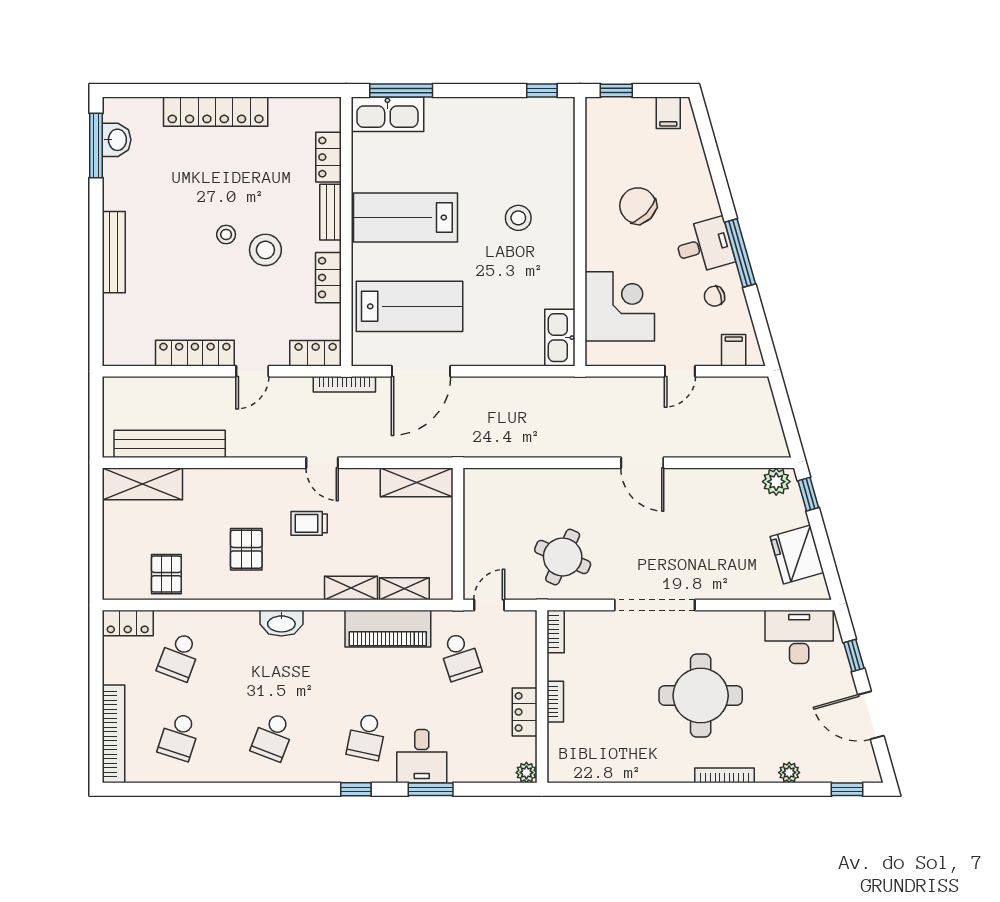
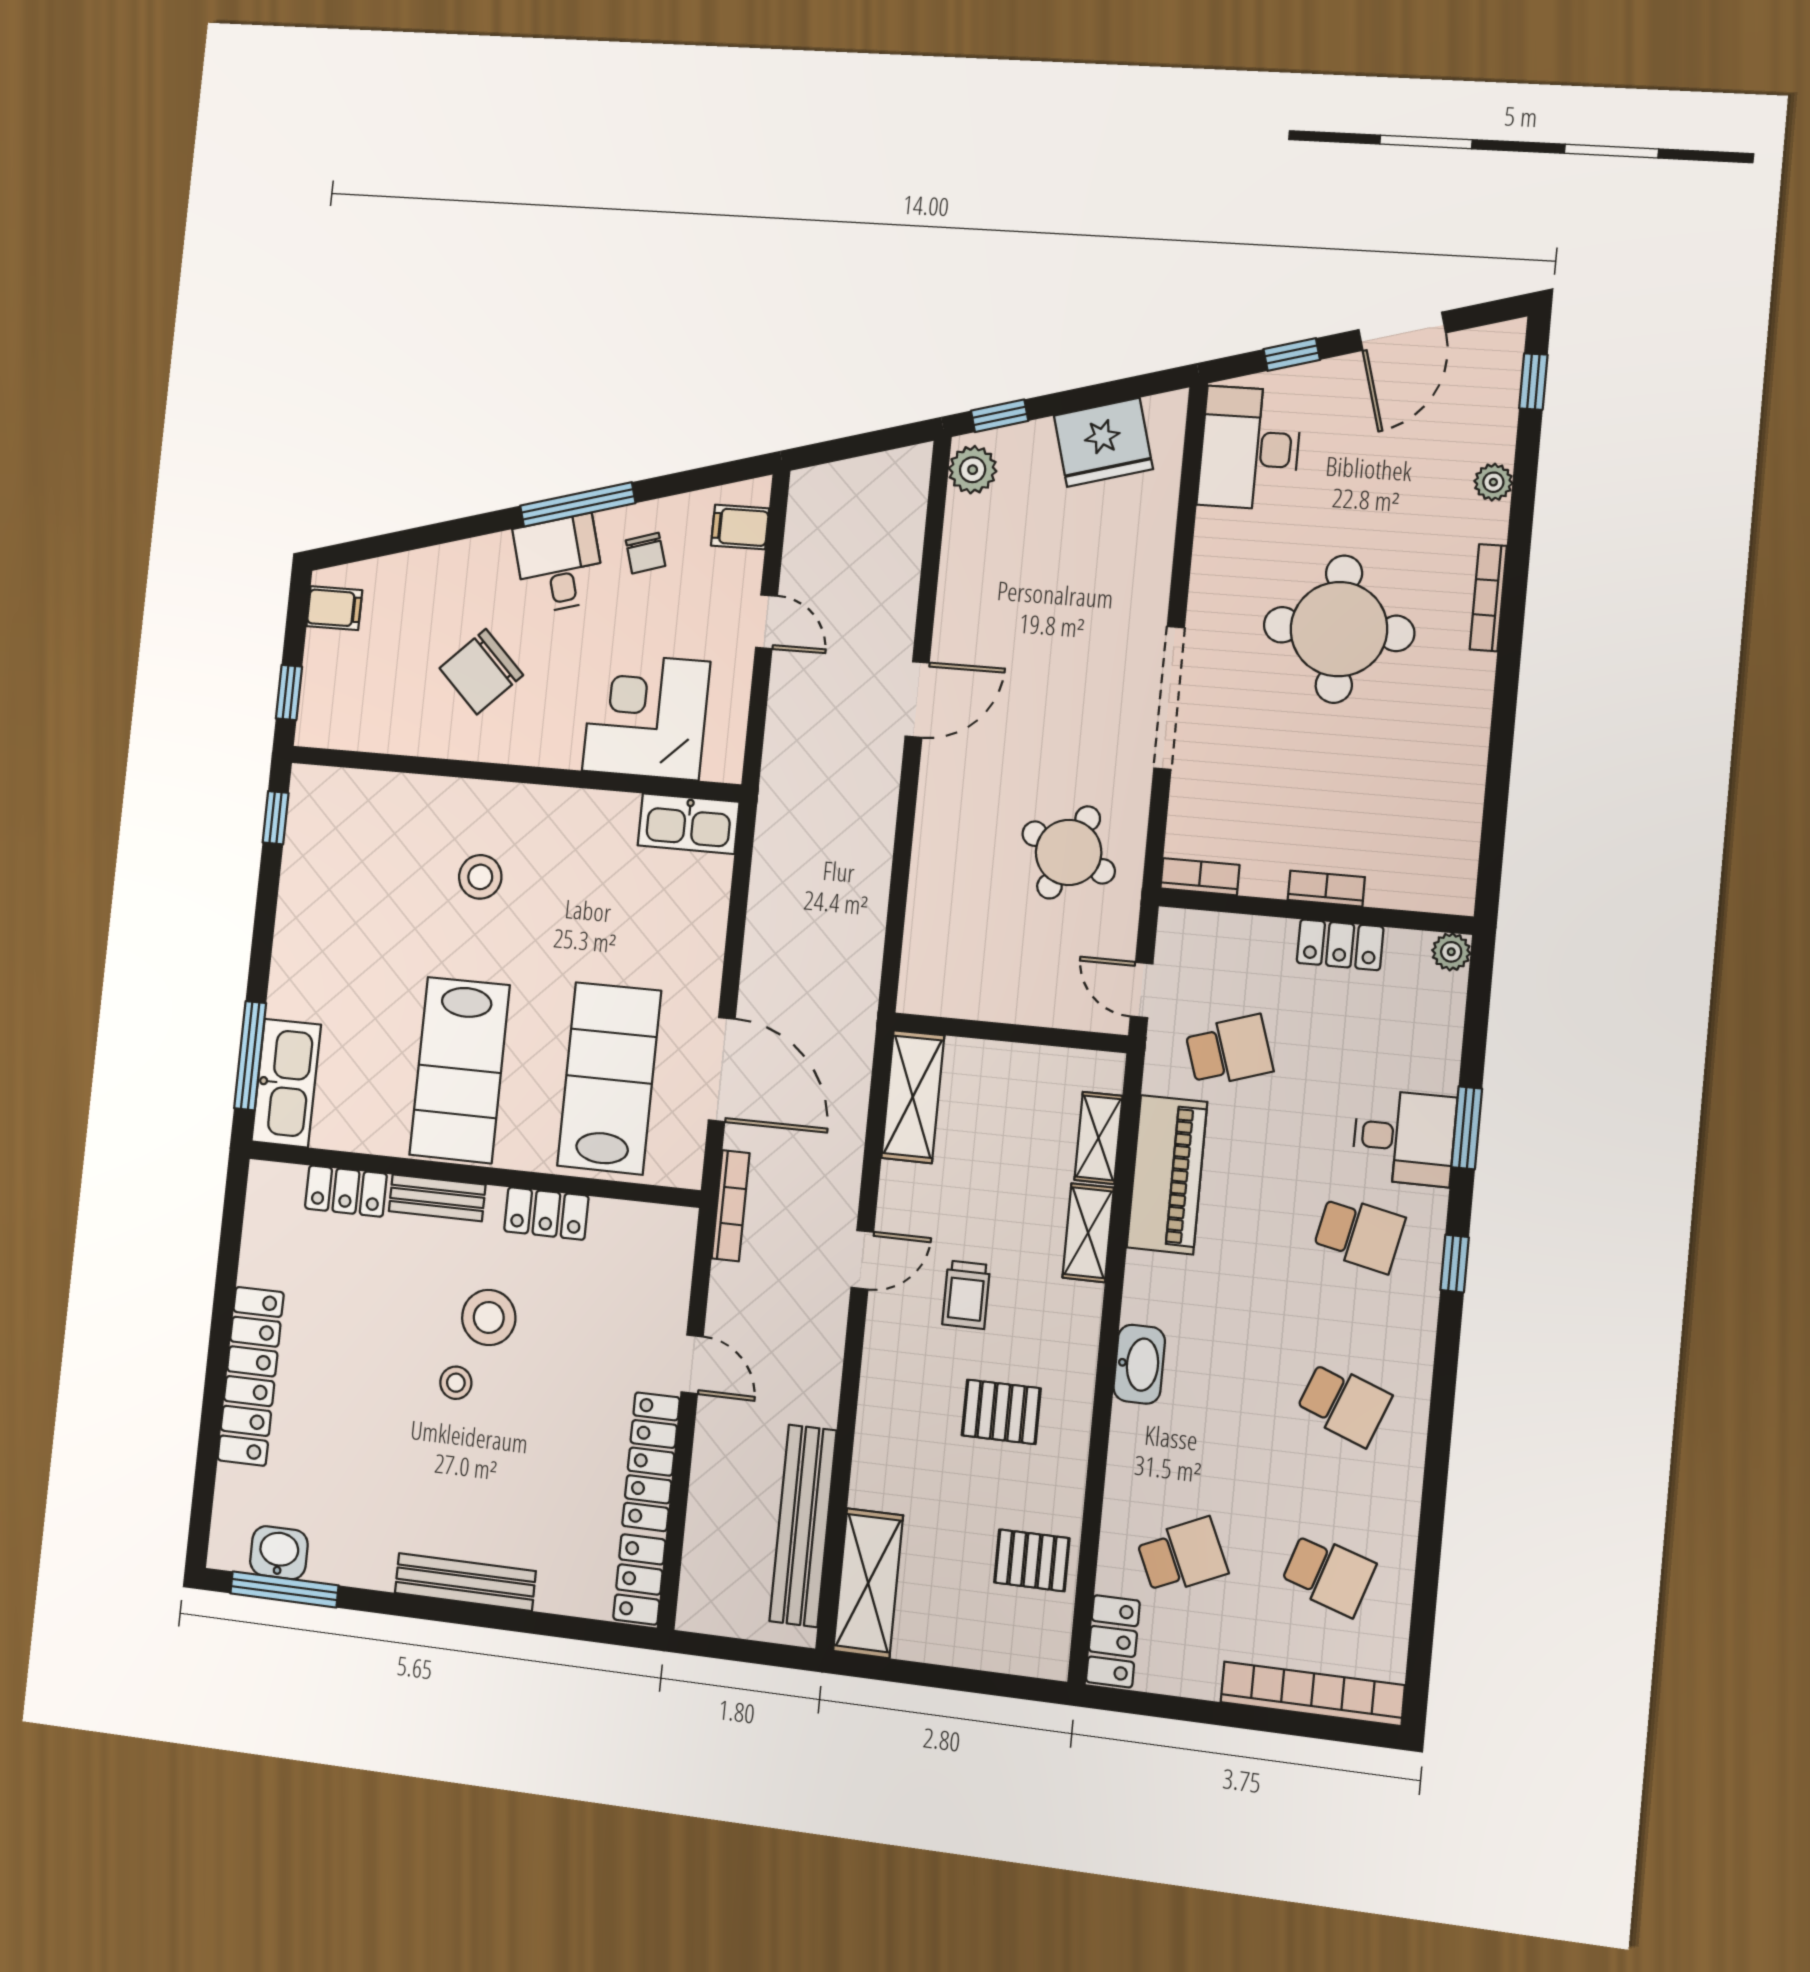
locker: (316, 353) -> (639, 1580), moved
school desk: (179, 657) -> (1182, 1556), turned -45

